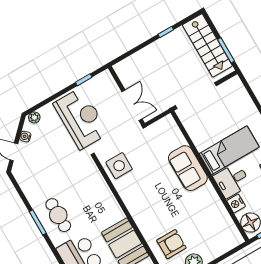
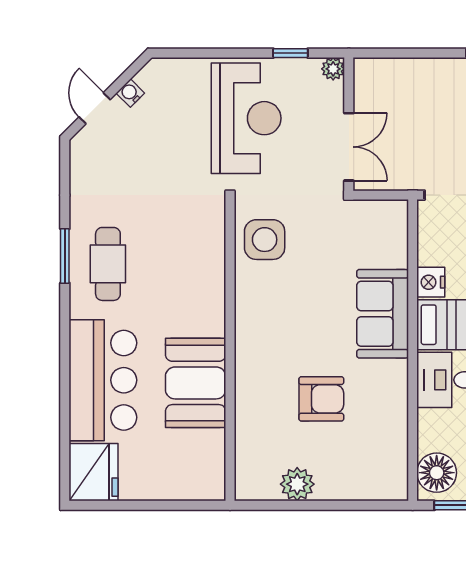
plant: (34, 117) -> (333, 69), moved
nightstand: (236, 204) -> (431, 282), moved
armchair: (171, 244) -> (321, 399), moved

